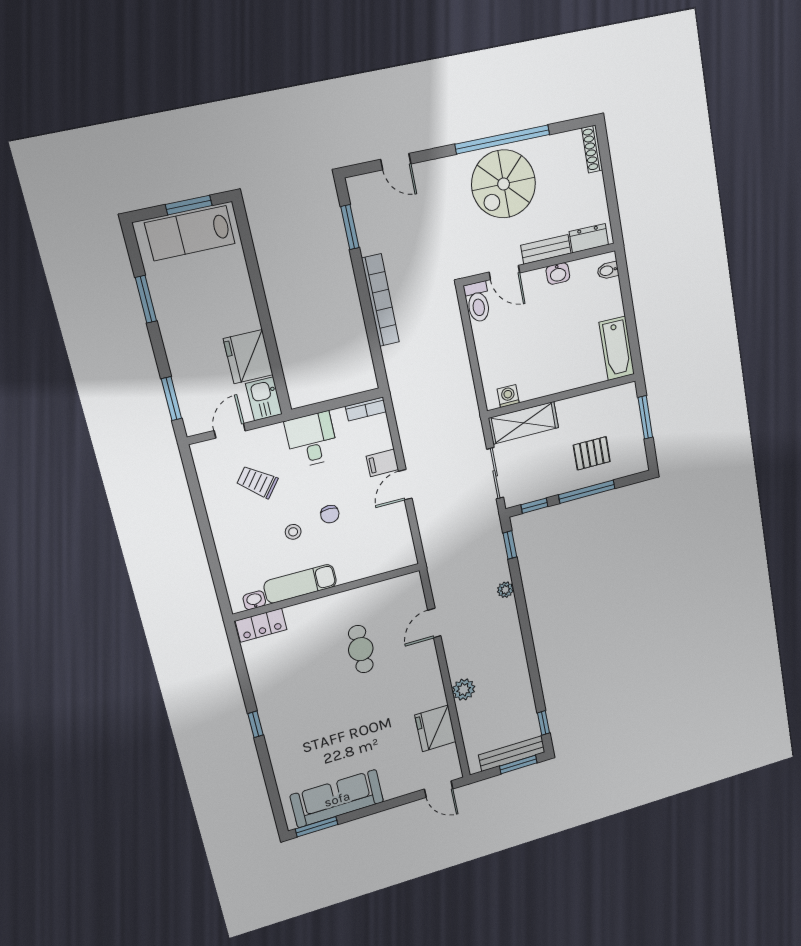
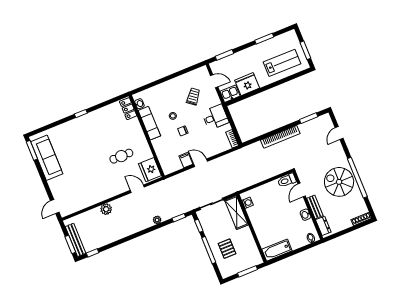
lab bench: (190, 233) -> (282, 63), moved, turned 90
filing cabinet: (382, 463) -> (186, 160), moved
fridge: (435, 728) -> (150, 170), moved, turned -90

